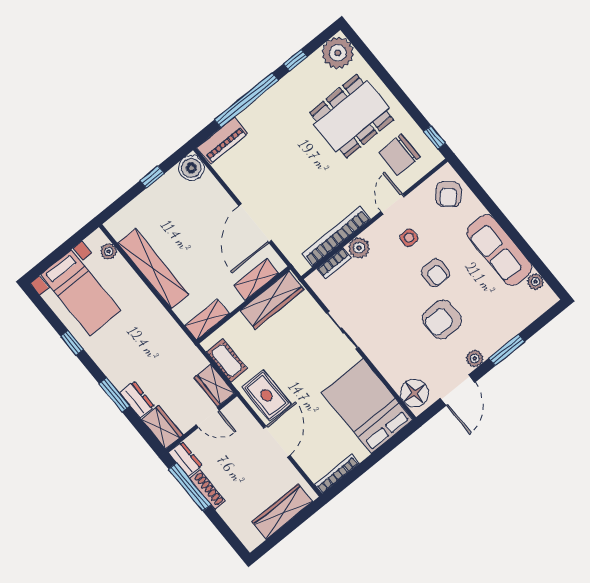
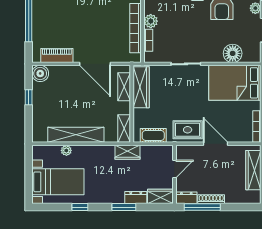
piano: (222, 140) -> (57, 55), moved, turned -90
plant: (109, 251) -> (66, 150), moved
wardrobe: (214, 385) -> (128, 152), moved
floor lamp: (414, 393) -> (233, 53), moved

